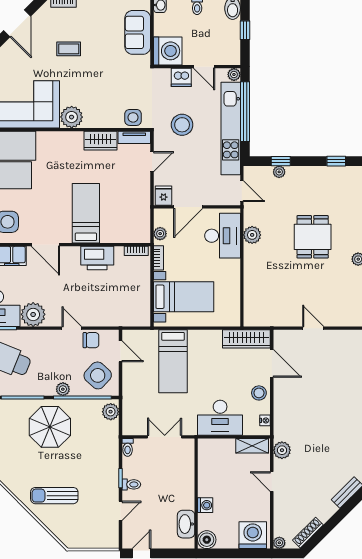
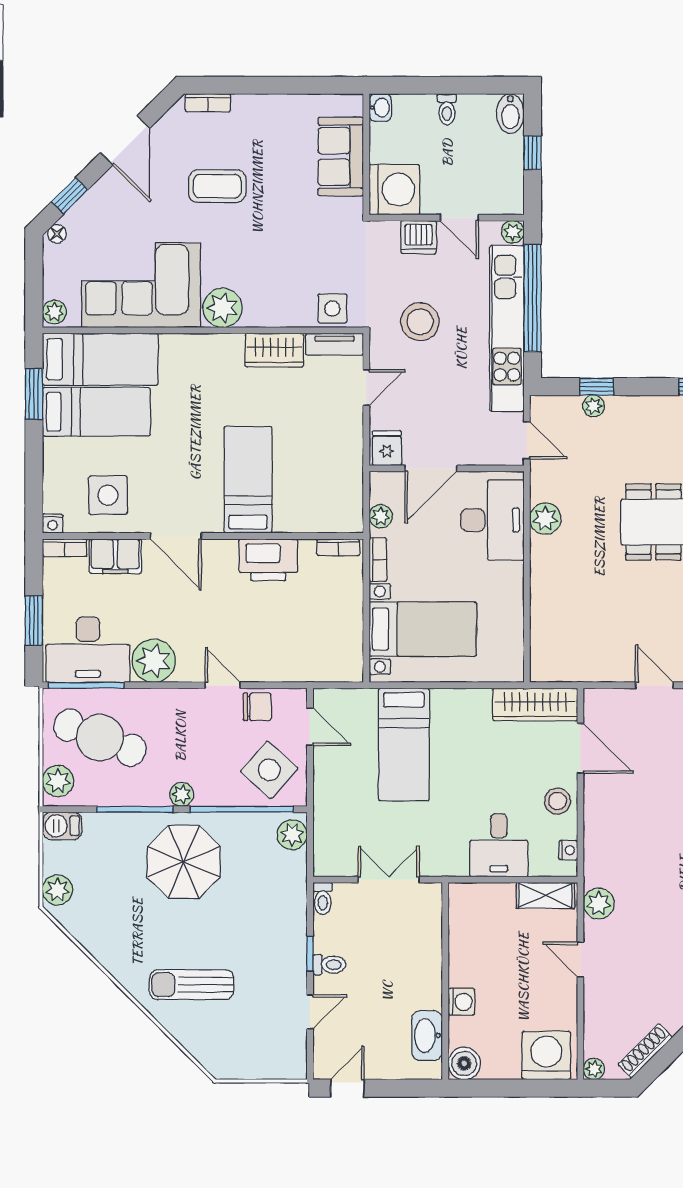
coffee table: (69, 49) -> (217, 186), width x1.36, depth x1.30
plant: (63, 389) -> (182, 794), moved
desk: (220, 418) -> (499, 845), width x0.73

